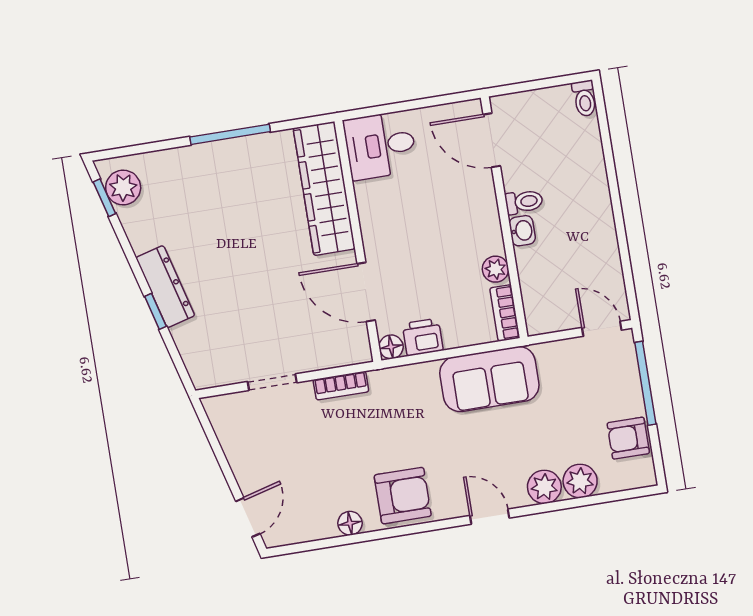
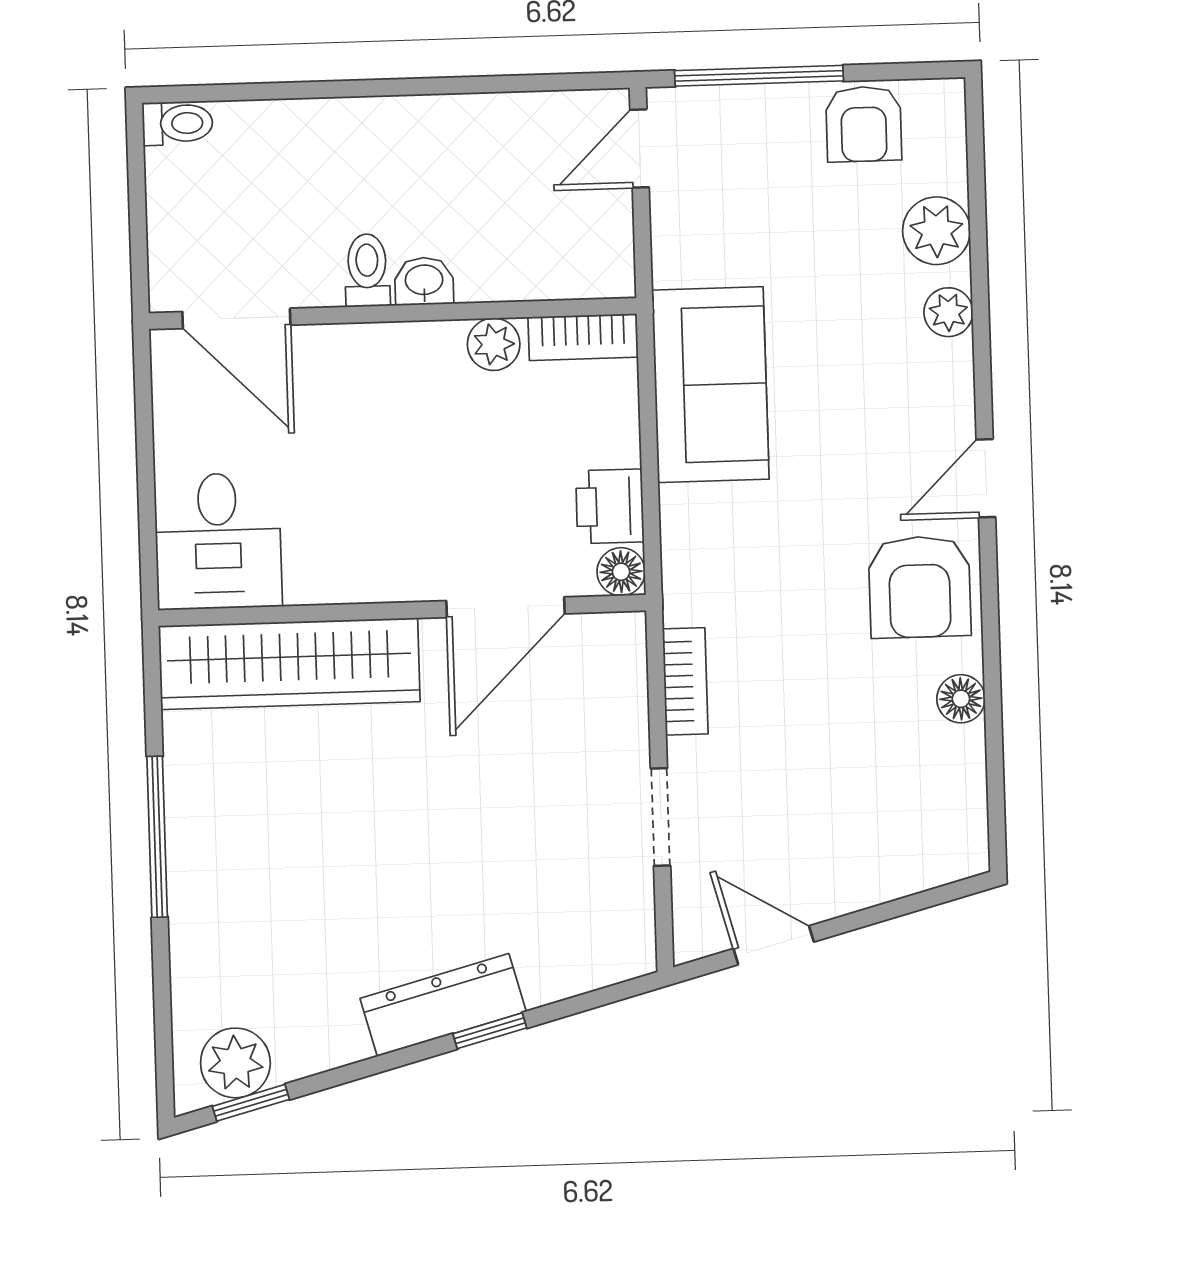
door: (492, 140) -> (236, 318), hinge flipped
plant: (544, 487) -> (948, 312), width x0.73, depth x0.73
armchair: (403, 496) -> (920, 587), turned 180
door: (248, 517) -> (774, 945), moved
door: (490, 517) -> (986, 478), moved

